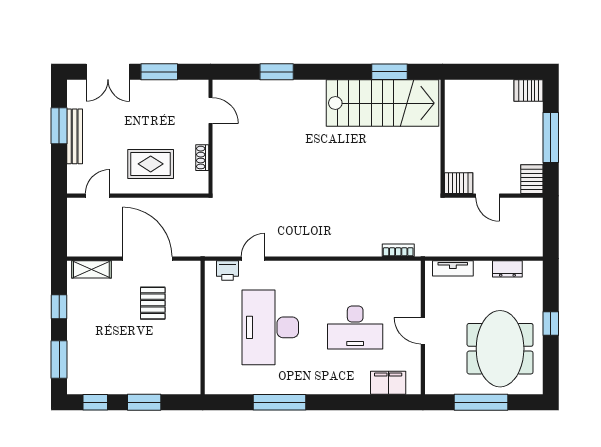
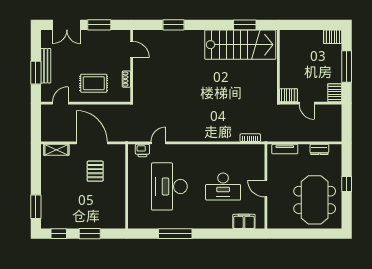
window: (59, 126) -> (36, 73), moved
window: (59, 307) -> (36, 173), removed
window: (481, 402) -> (303, 234), removed

